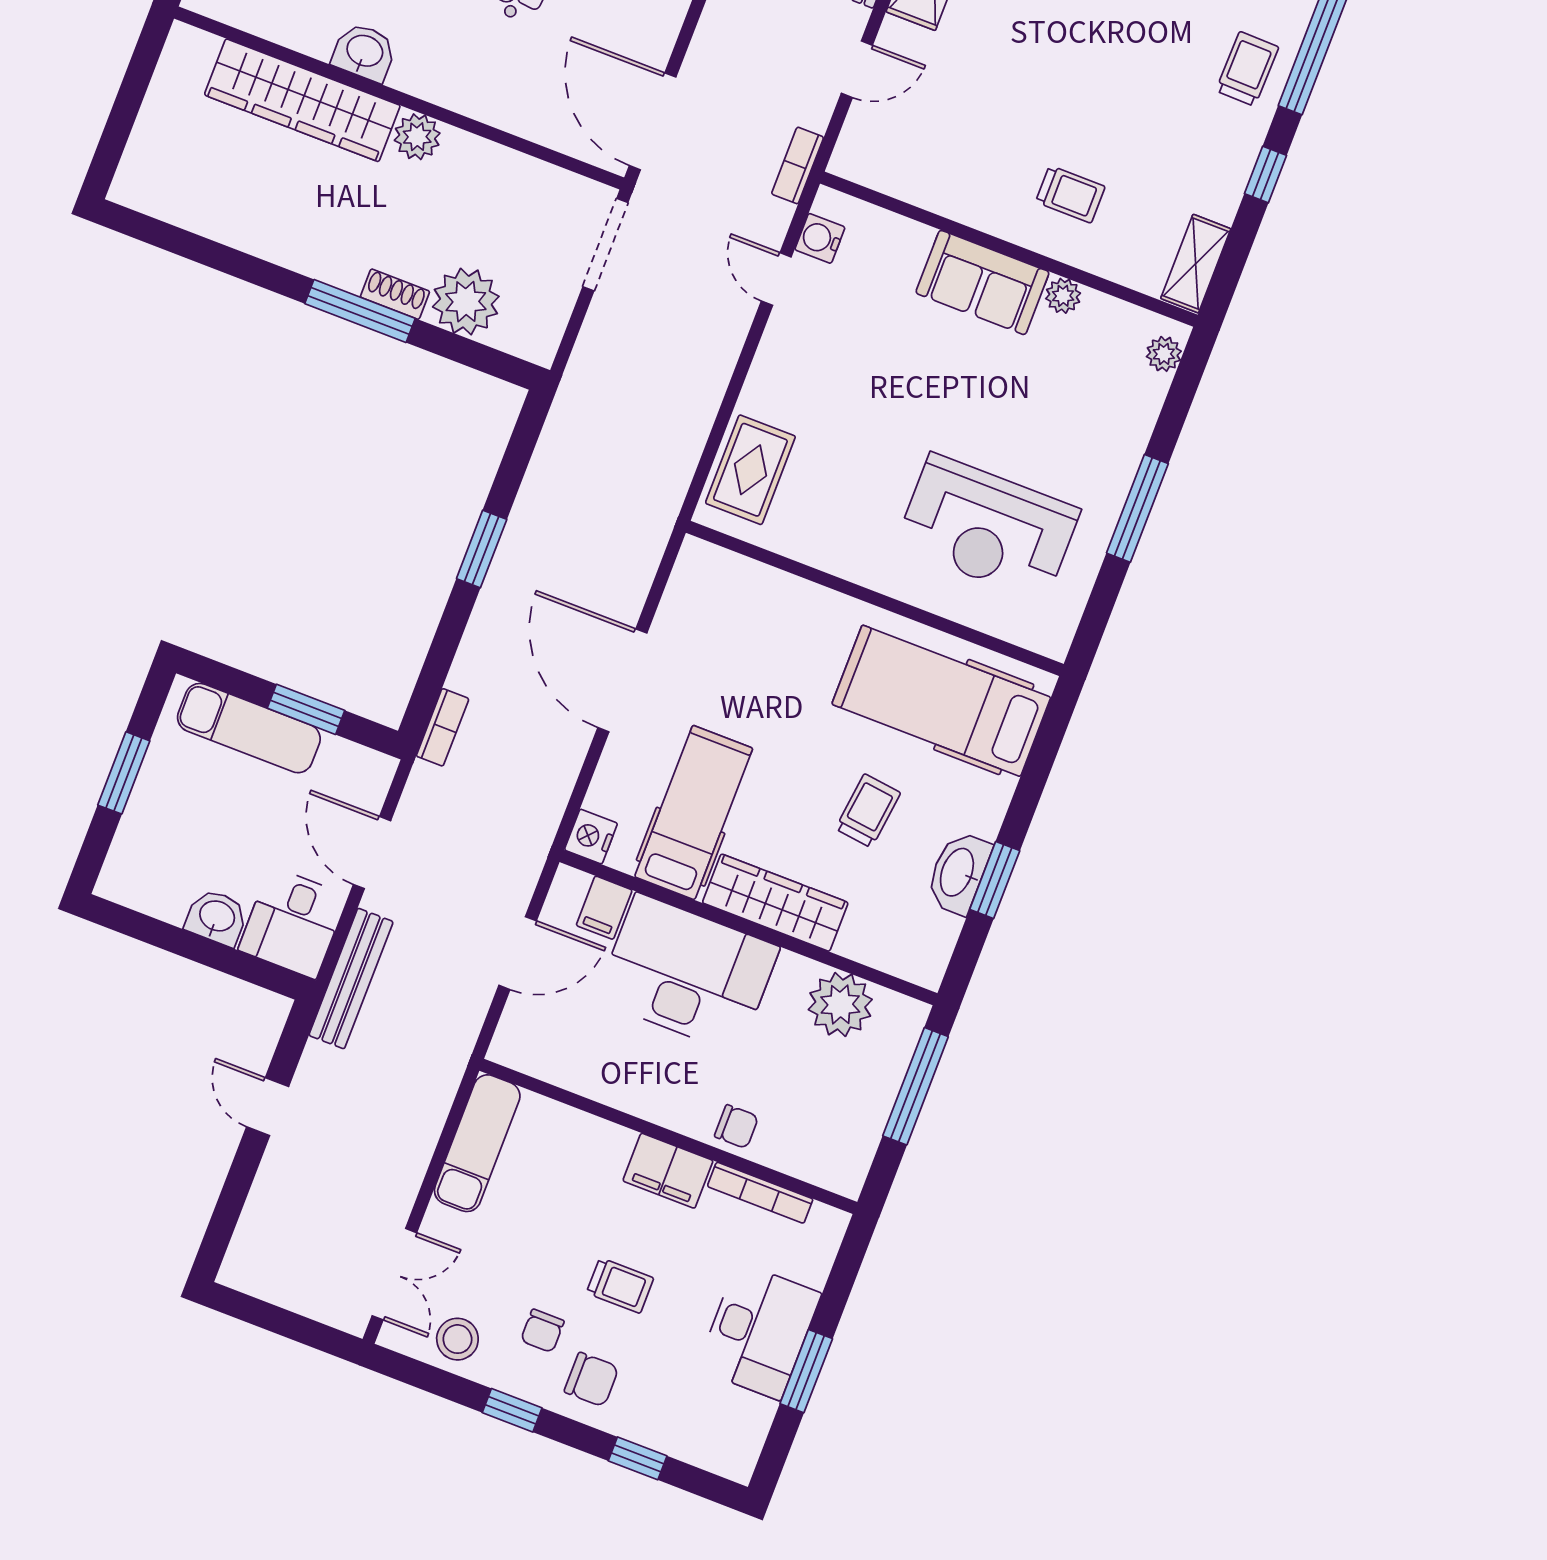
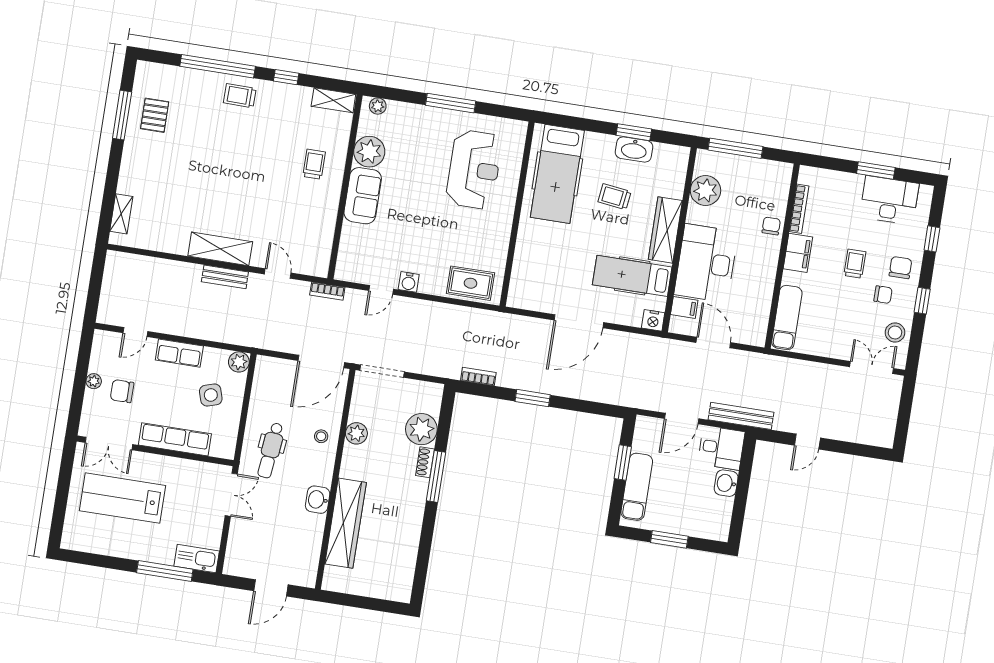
stool: (496, 88) -> (321, 436), added
plant: (417, 137) -> (356, 433), moved
water cooler: (820, 238) -> (409, 282), moved
plant: (1063, 296) -> (369, 152), width x1.88, depth x1.88
bookcase: (443, 727) -> (478, 377), moved
exam couch: (477, 1143) -> (787, 317), moved, turned 90
desk: (759, 1331) -> (889, 200), moved

